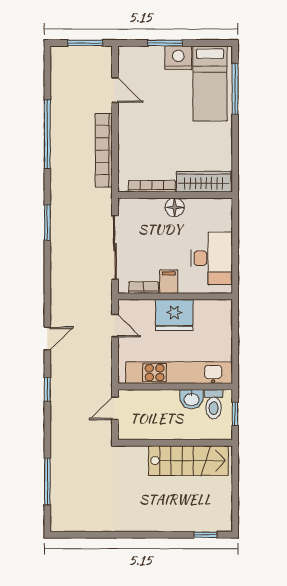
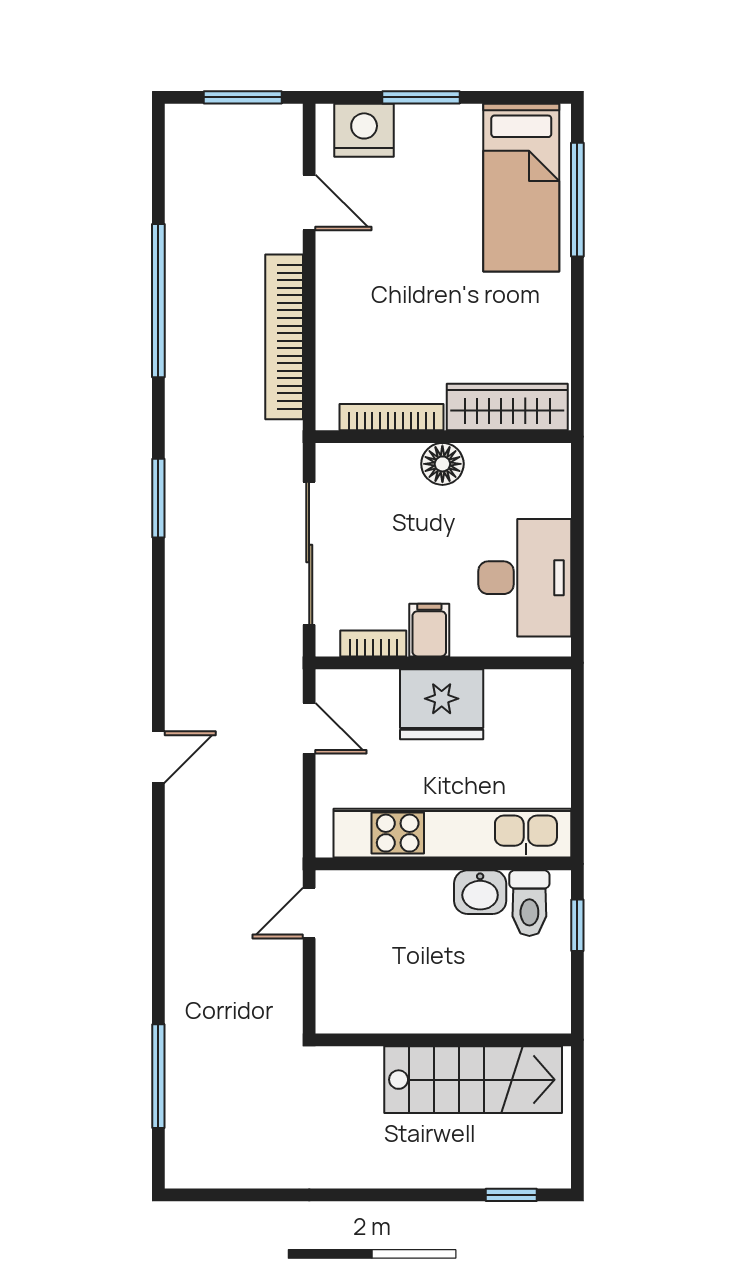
nightstand: (178, 58) -> (364, 130), moved
window: (47, 389) -> (158, 871), removed
wall: (175, 443) -> (443, 1040), moved
stairs: (188, 461) -> (473, 1080), moved

